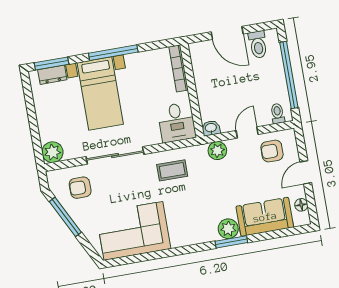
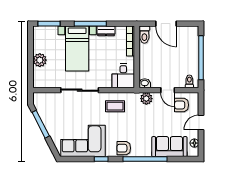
toilet: (258, 45) -> (144, 35), moved
dresser: (52, 75) -> (106, 31), moved
door: (247, 132) -> (168, 90), swing flipped
plant: (52, 152) -> (40, 60), moved
armchair: (80, 188) -> (124, 148), moved
plant: (228, 229) -> (145, 150), removed
window: (231, 242) -> (145, 159), width x2.11
window: (165, 253) -> (101, 159), added

